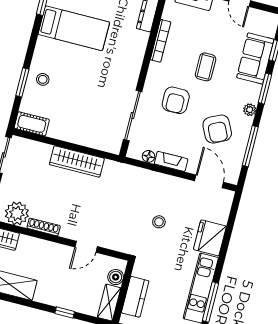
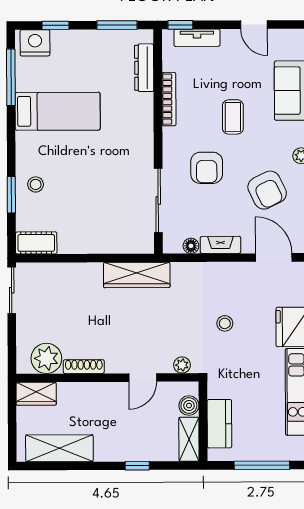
wardrobe: (77, 161) -> (137, 275), moved
plant: (118, 245) -> (182, 365), added

